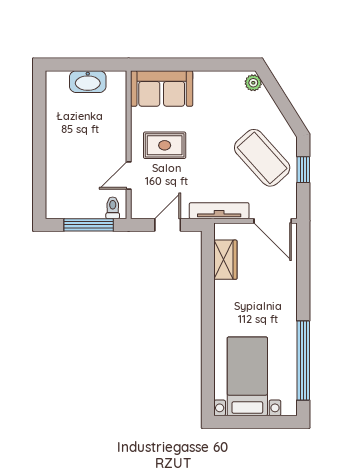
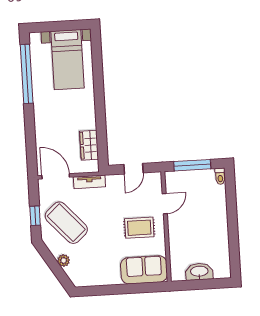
plant: (253, 83) -> (64, 261), moved
toilet: (113, 208) -> (220, 176), moved
tv unit: (219, 211) -> (89, 182), width x0.71

